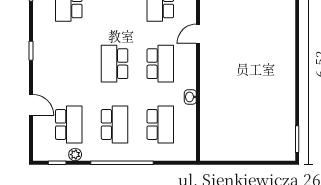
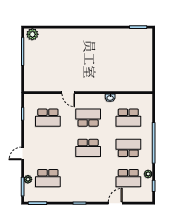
school desk: (69, 125) -> (128, 178), turned 180
school desk: (160, 125) -> (128, 118), turned 180

